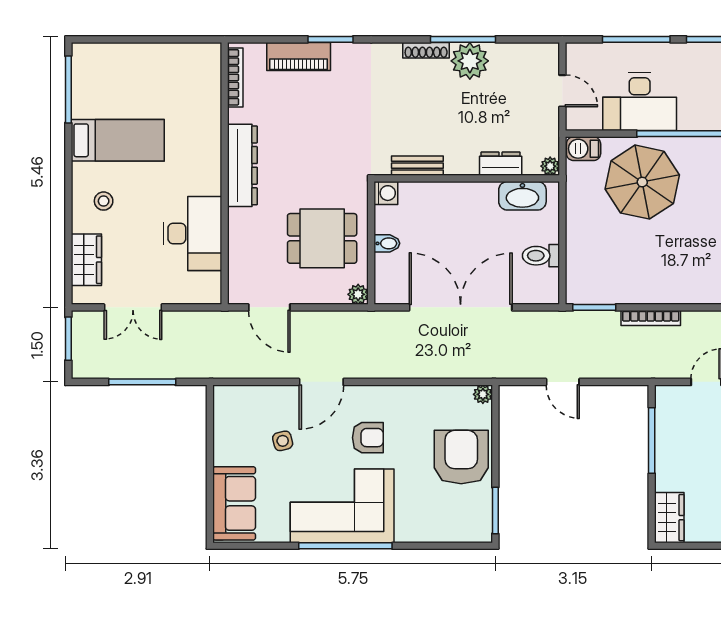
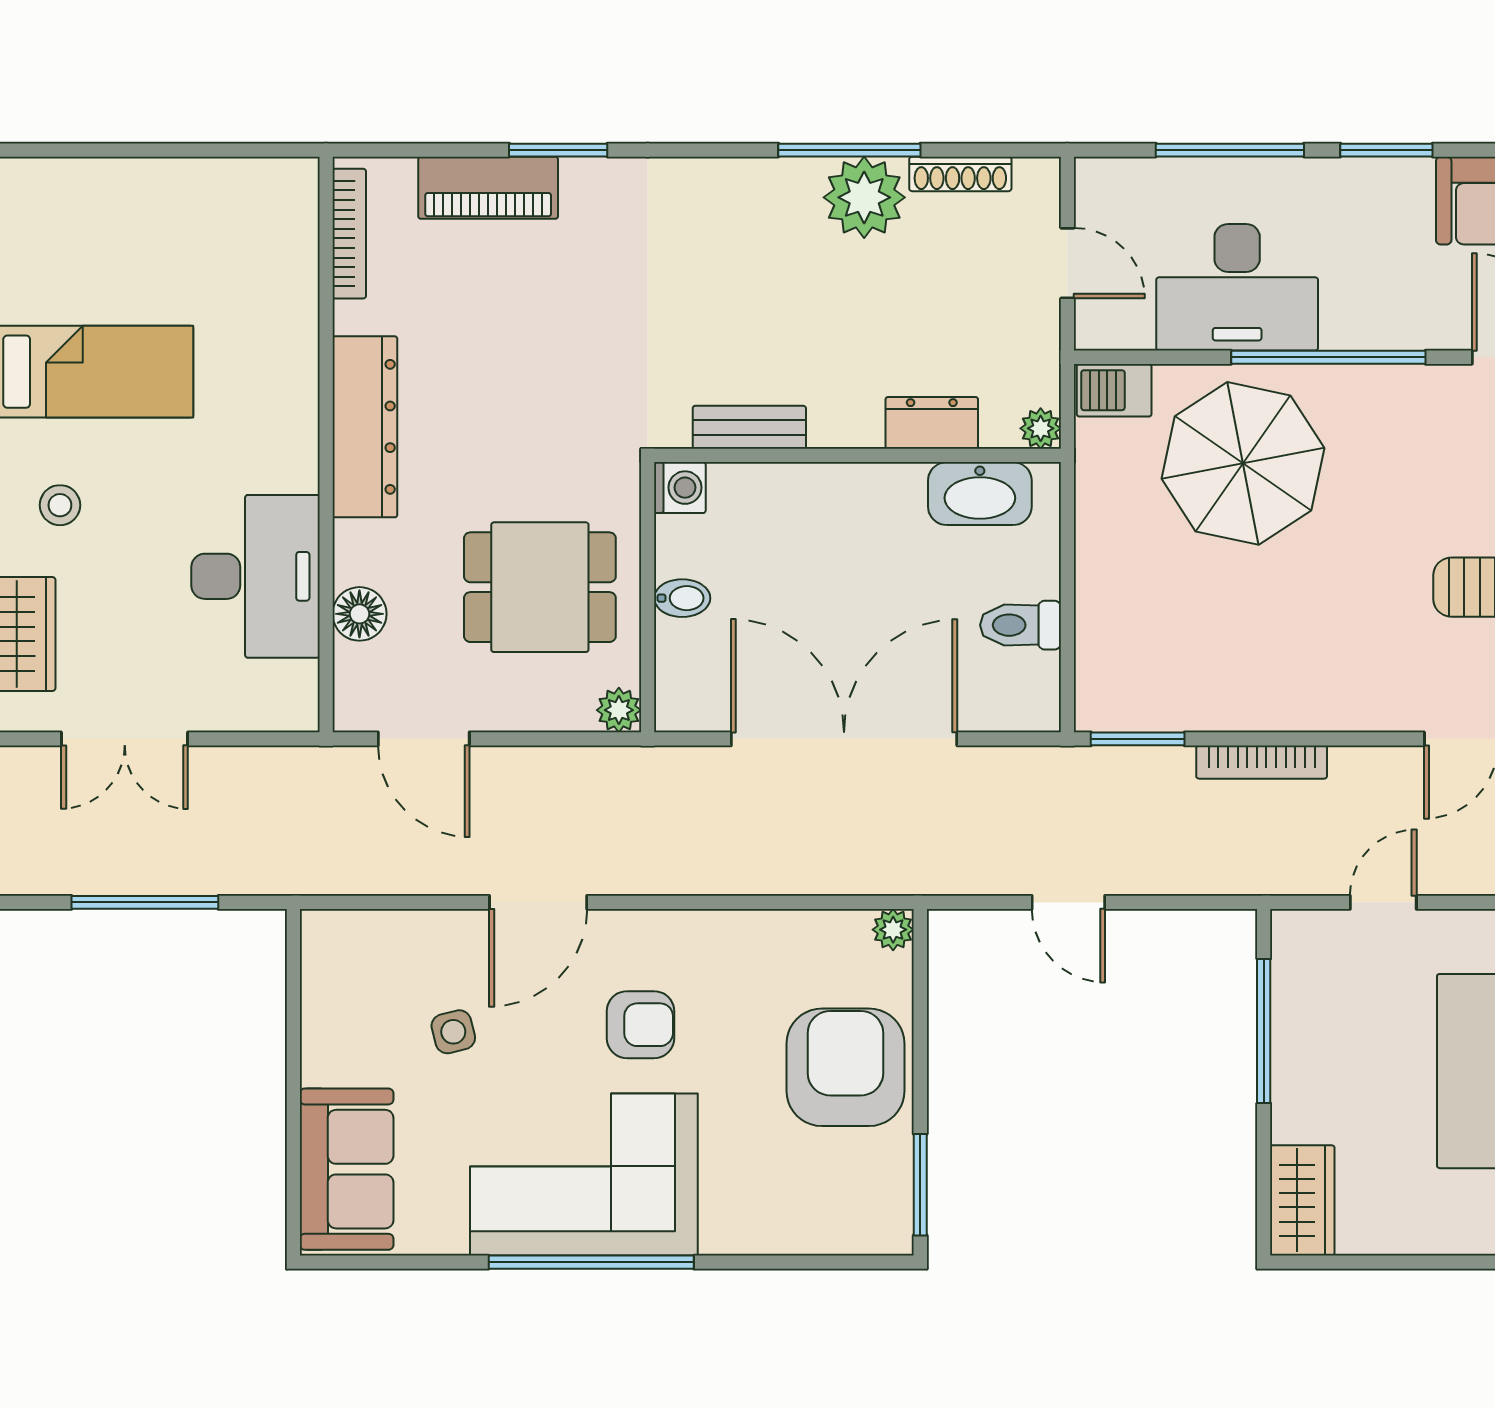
shoe rack: (426, 50) -> (960, 174), moved
floor lamp: (240, 251) -> (359, 614), added

